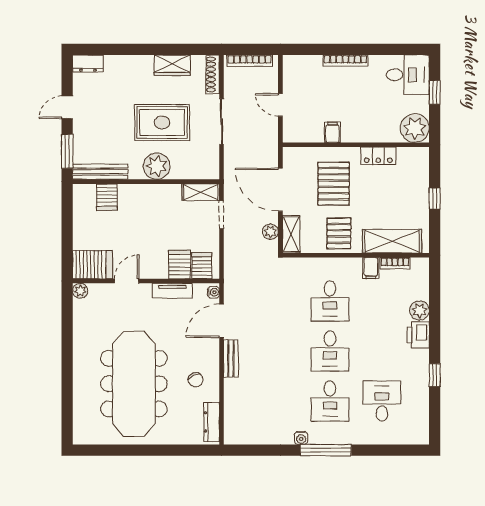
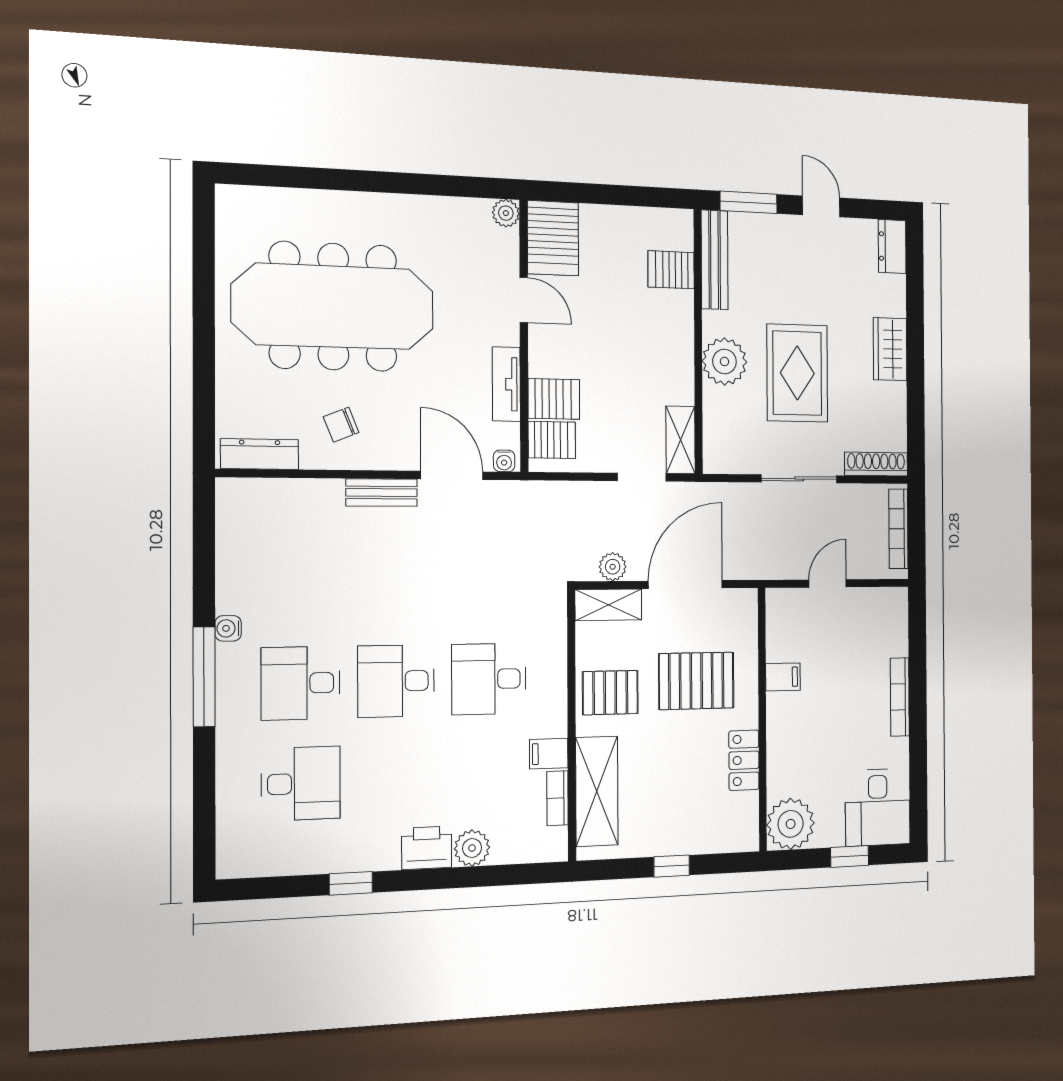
wardrobe: (172, 65) -> (890, 349), moved

